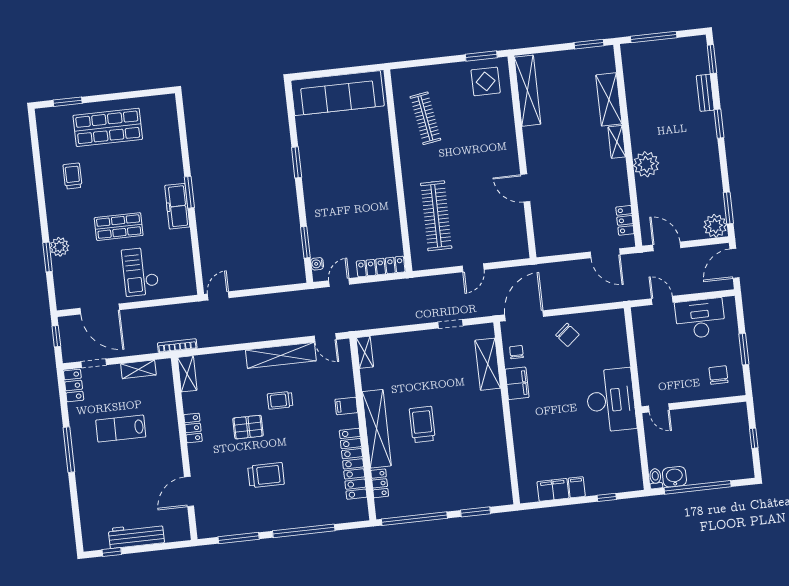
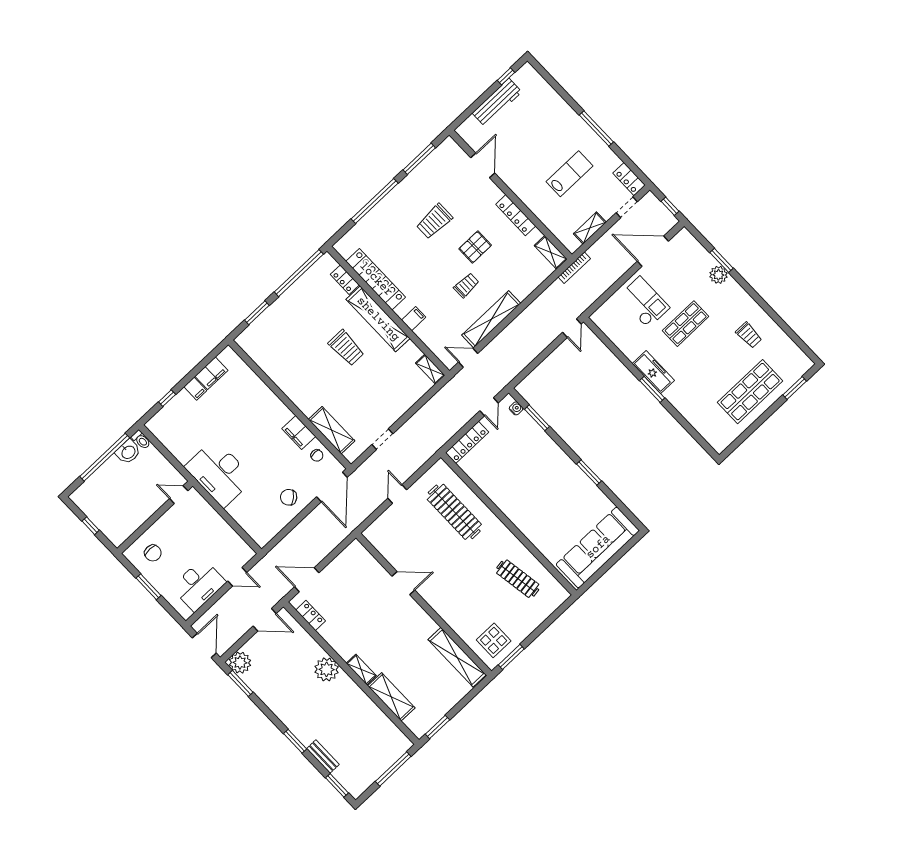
locker: (193, 428) -> (516, 215), width x1.53

